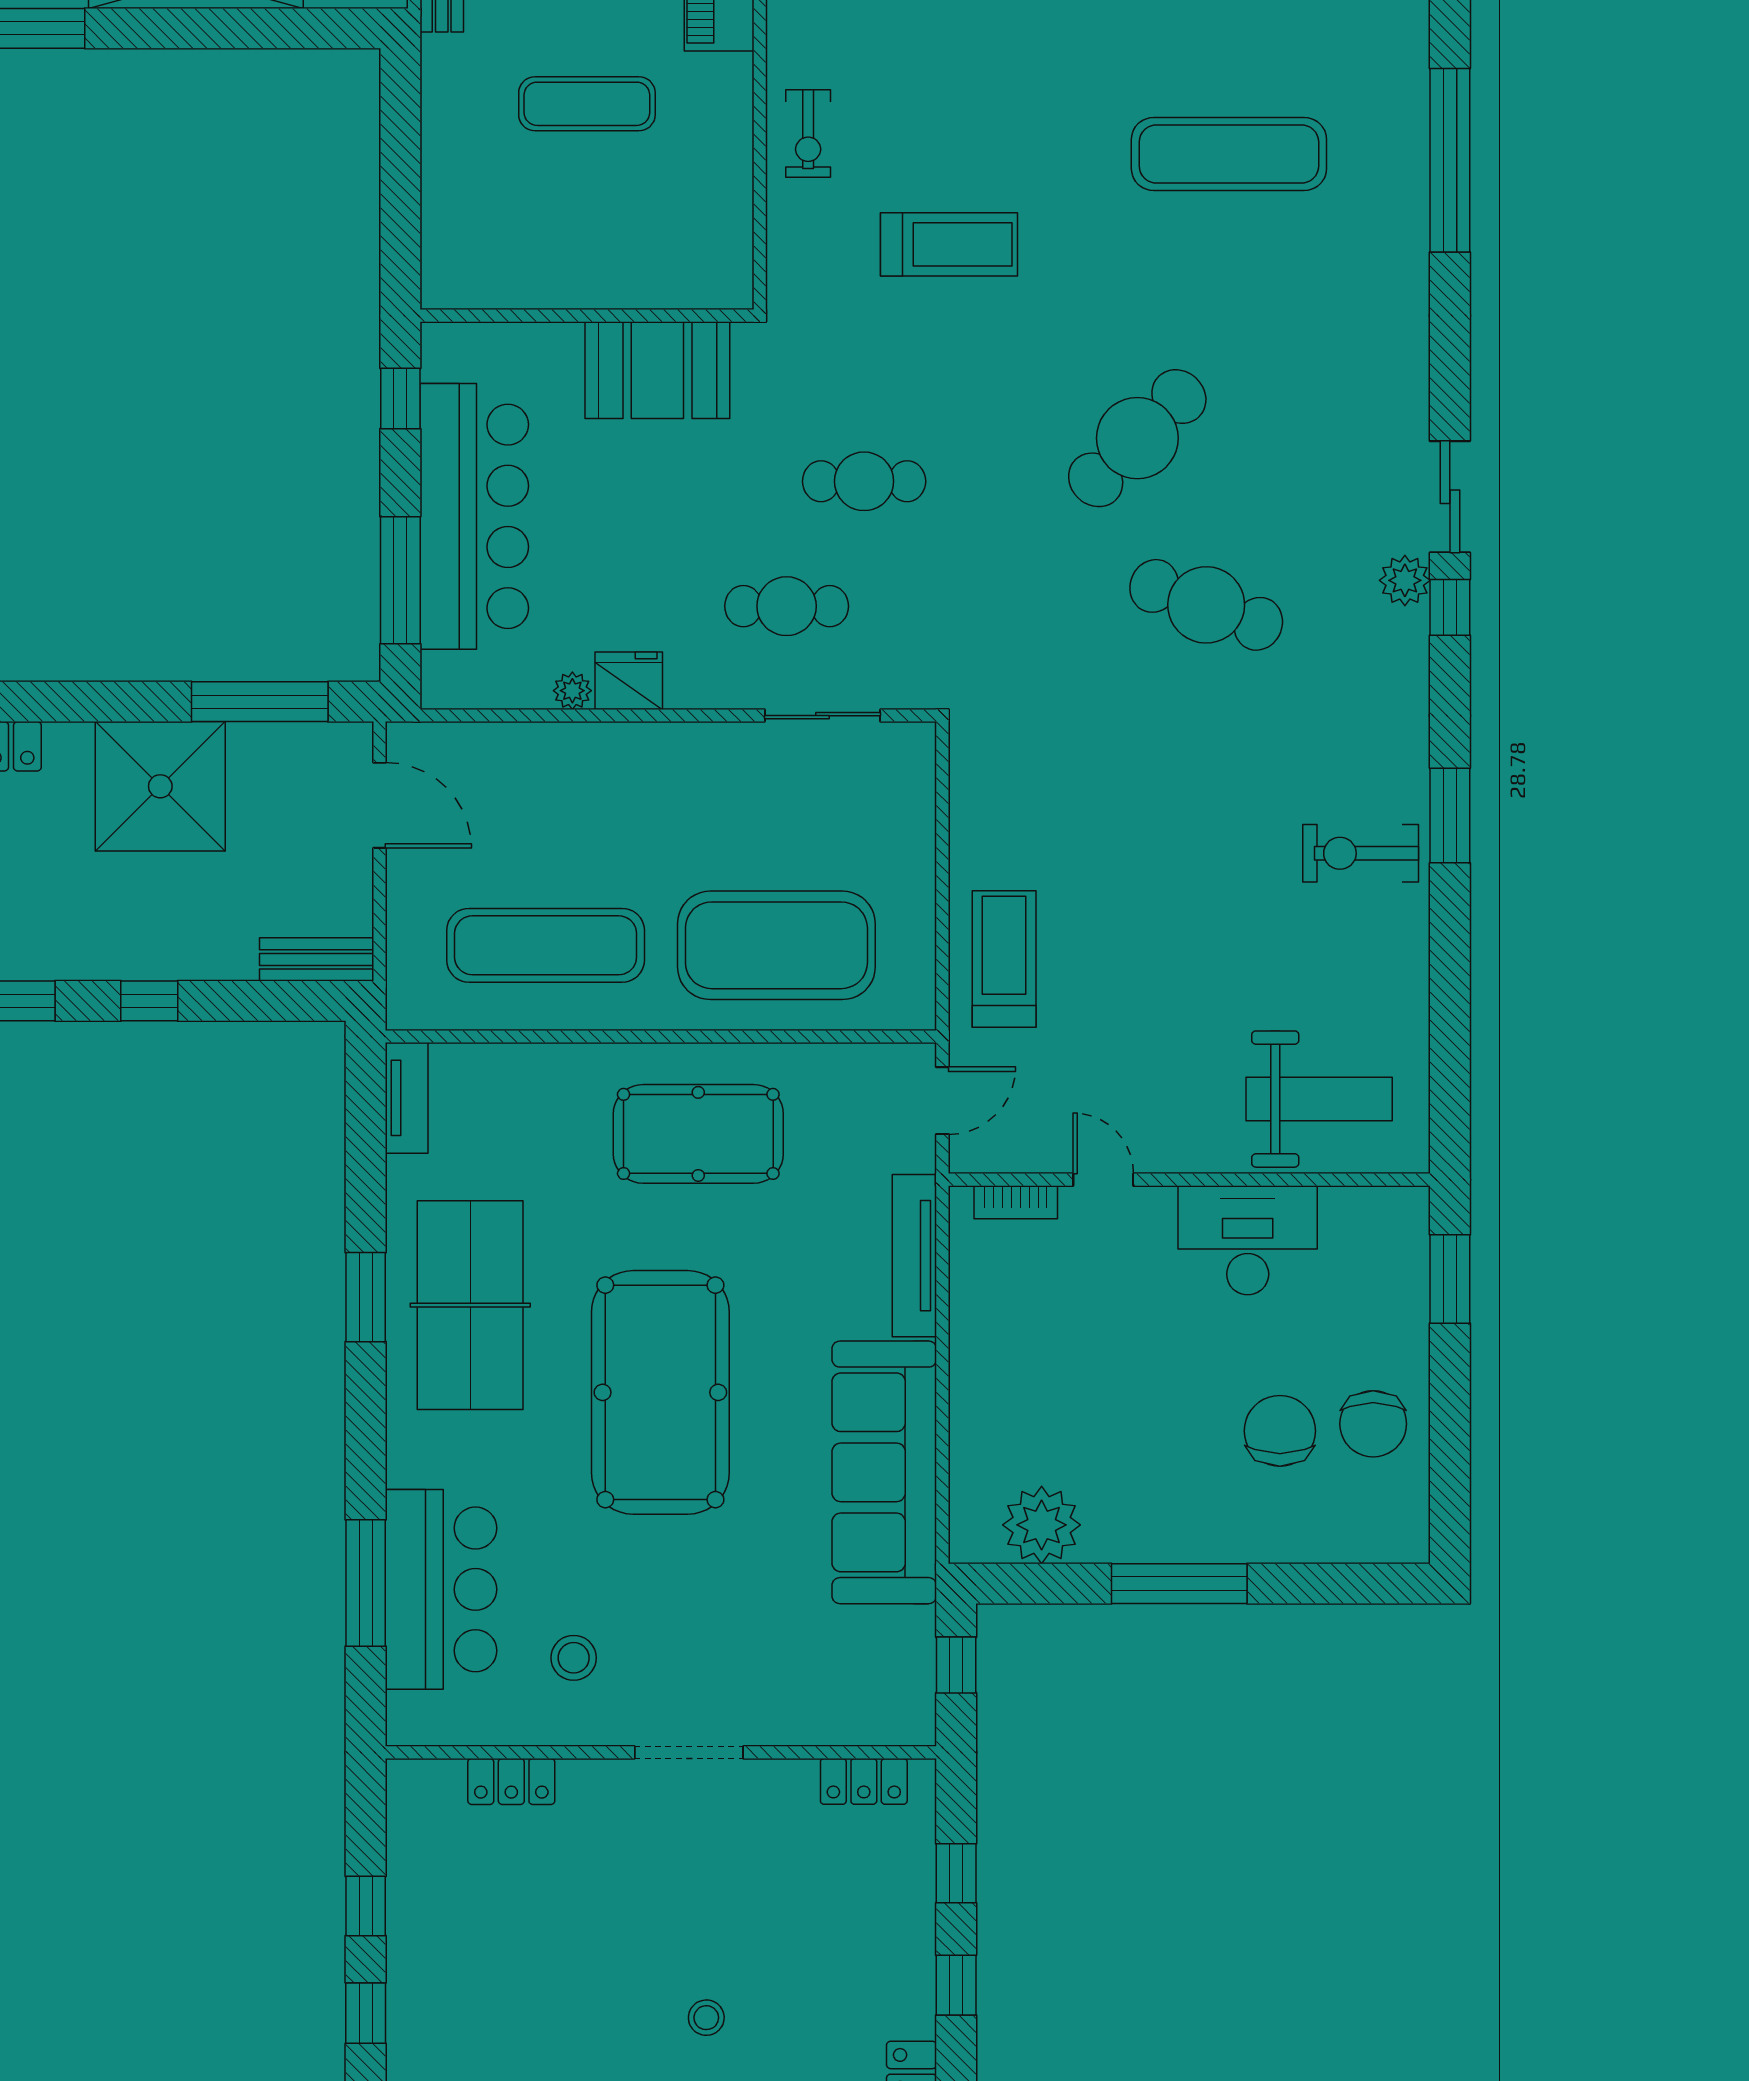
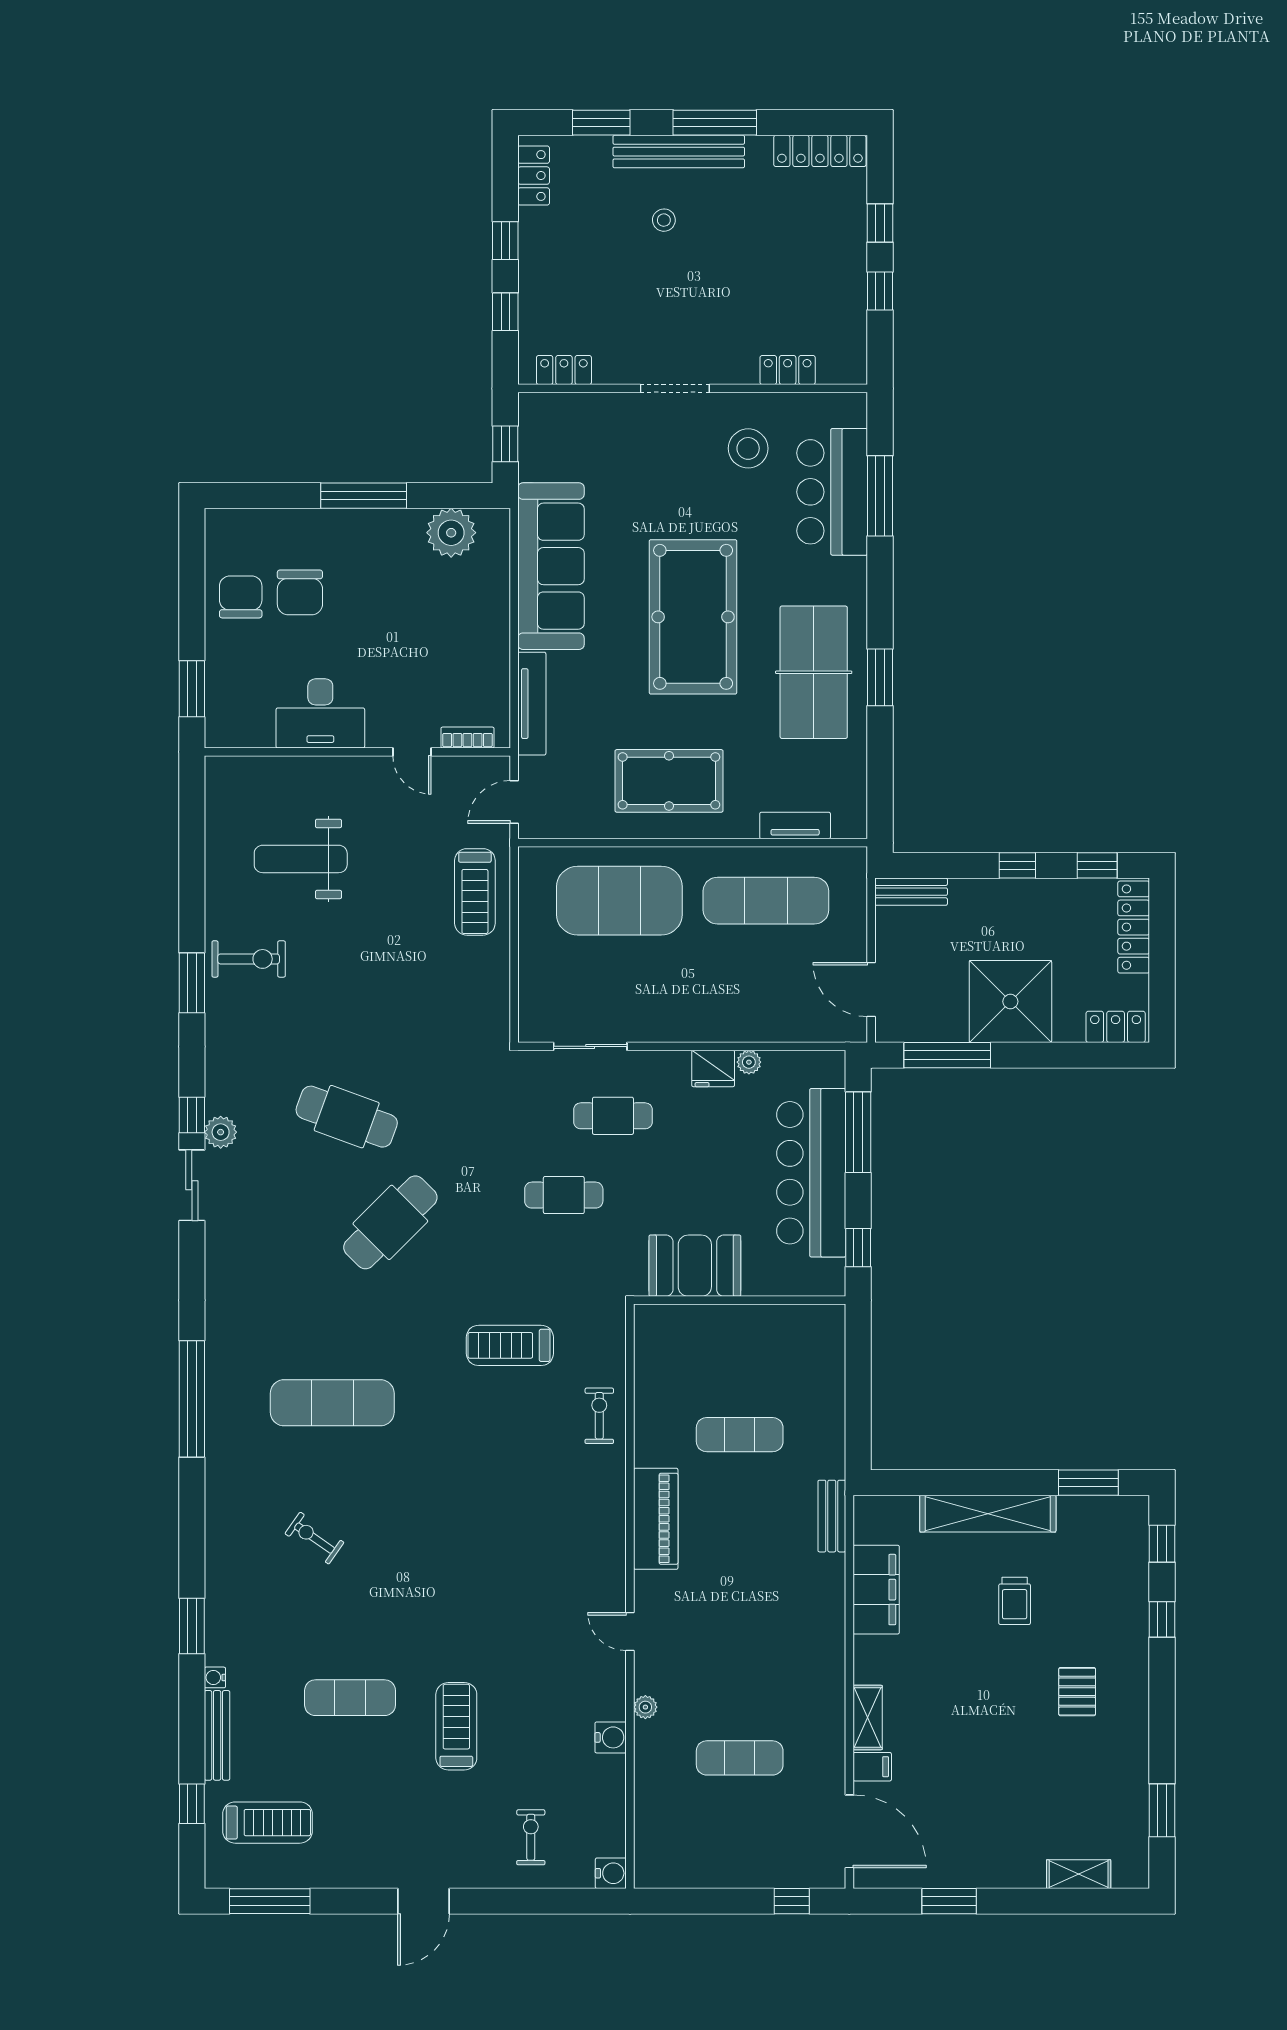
tv unit: (407, 1098) -> (795, 826), moved, turned 90
weight bench: (1319, 1099) -> (301, 859), moved
stool: (574, 1658) -> (748, 448), width x1.38, depth x1.38

